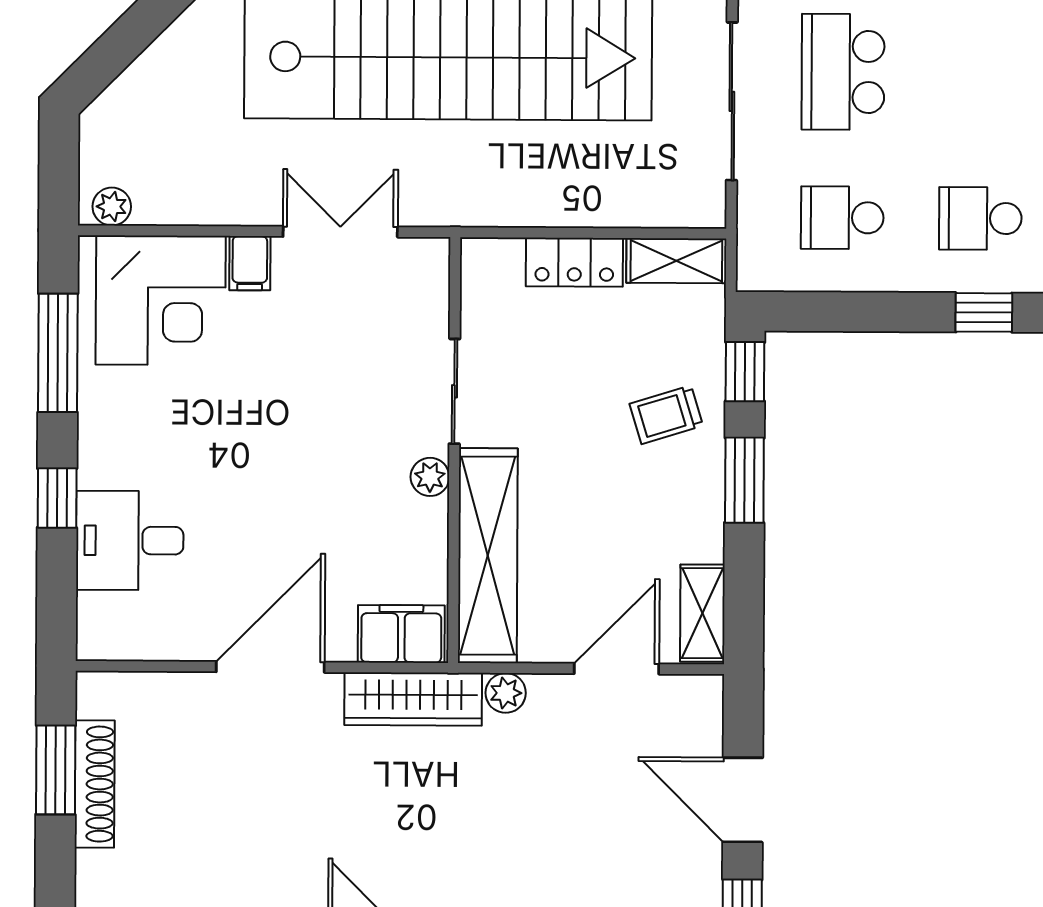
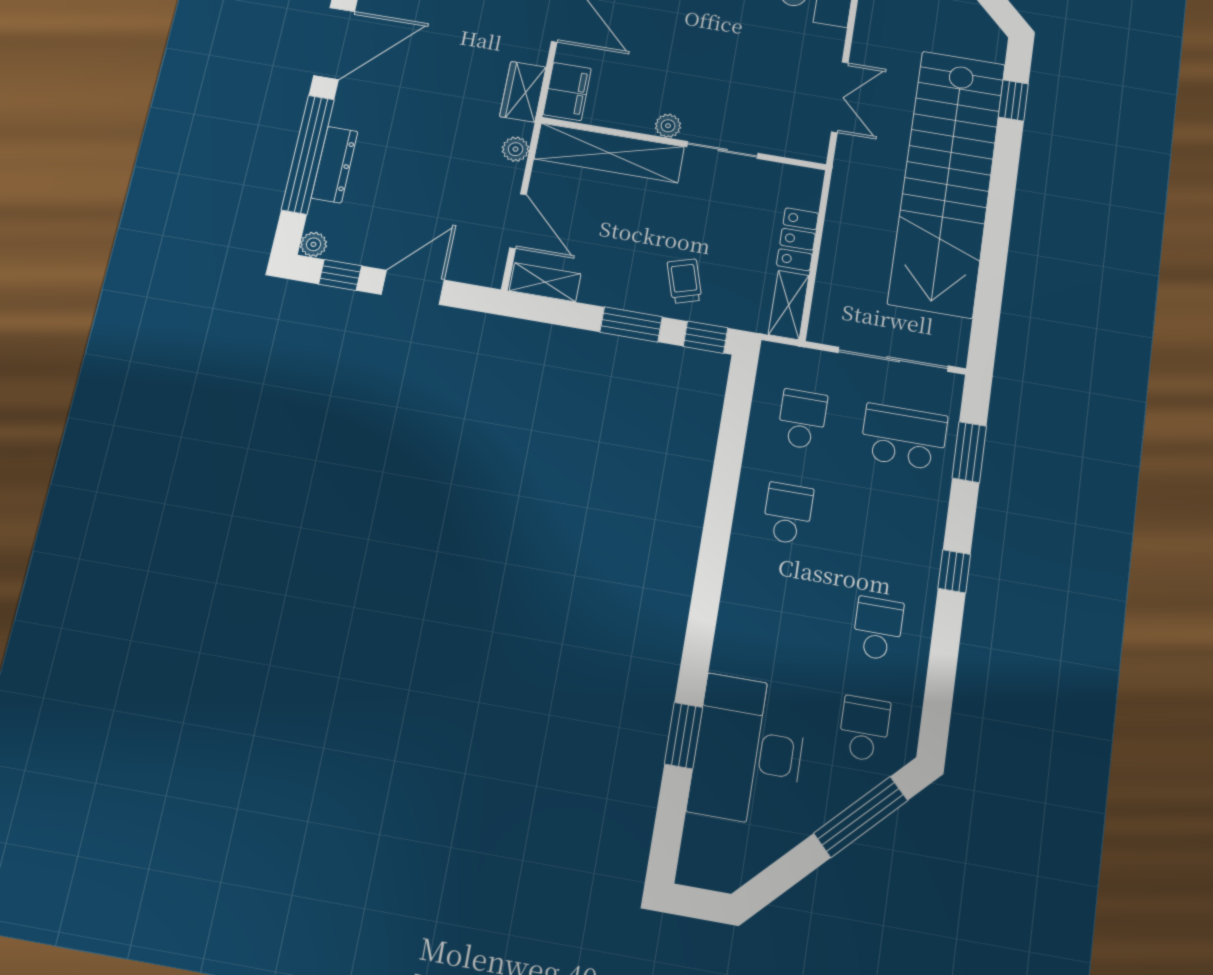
filing cabinet: (250, 263) -> (827, 39), removed
window: (984, 312) -> (721, 505), removed
wardrobe: (413, 699) -> (523, 92), width x0.67

